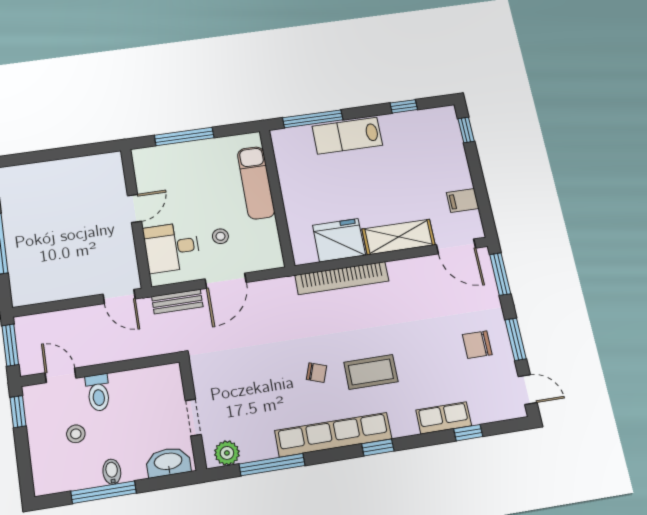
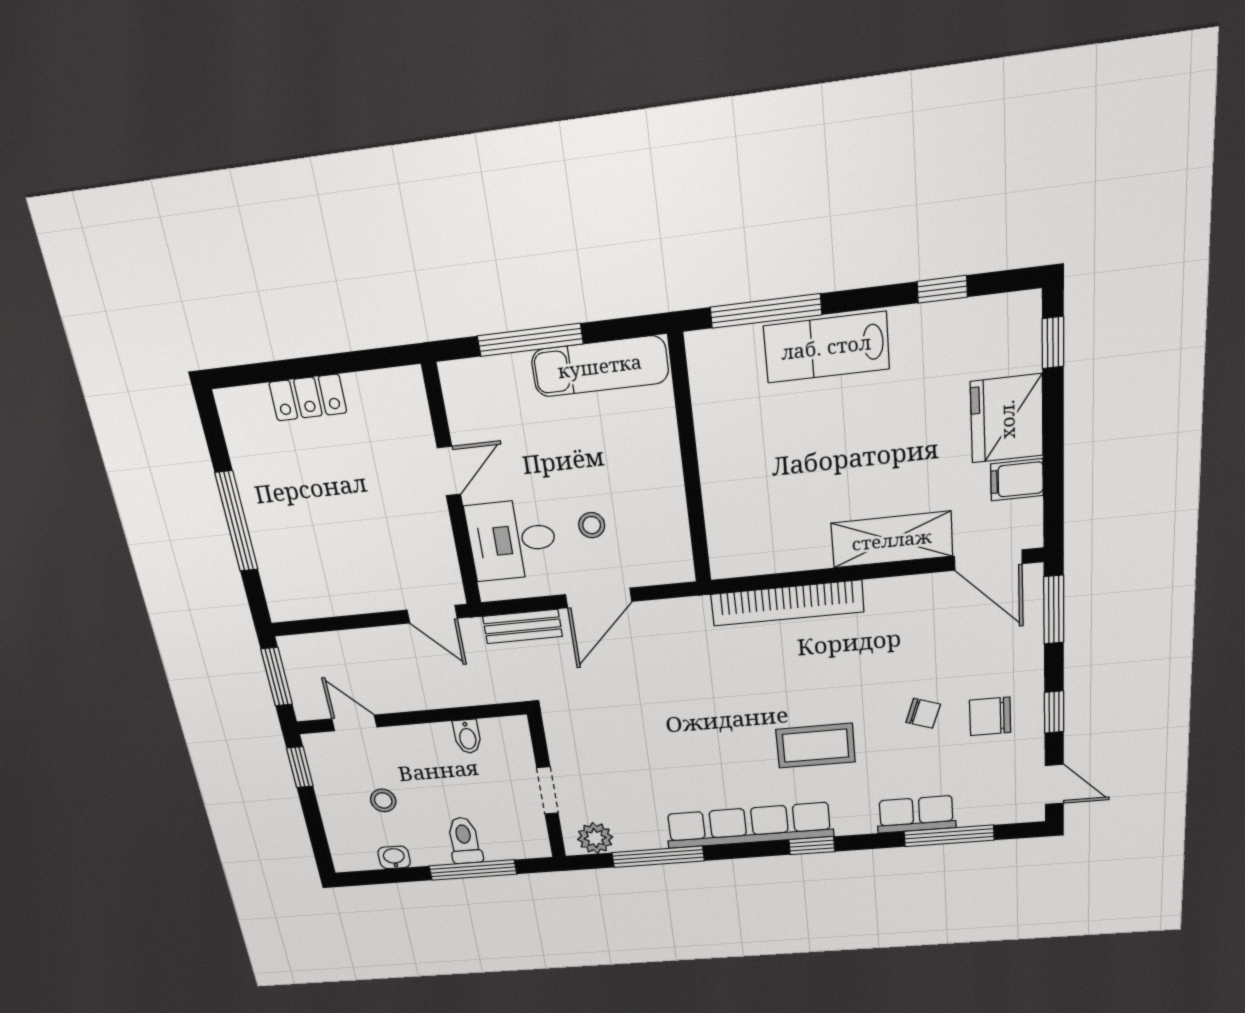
locker: (53, 171) -> (308, 398), added
exam couch: (256, 183) -> (600, 366), moved, turned -90
fridge: (339, 240) -> (1007, 419), moved, turned -90
window: (516, 339) -> (1054, 712), width x0.67
chair: (317, 373) -> (923, 713), moved
toilet: (98, 393) -> (464, 840), moved, turned 180
window: (468, 433) -> (949, 836), width x2.17
washbasin: (168, 462) -> (394, 857), moved, width x0.52, depth x0.69
bidet: (112, 472) -> (467, 736), moved, turned 180
window: (104, 492) -> (473, 870), moved

